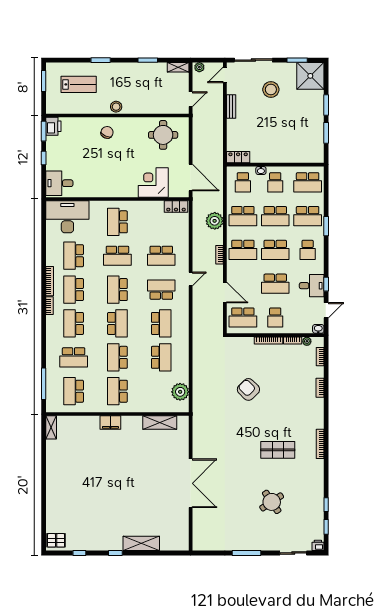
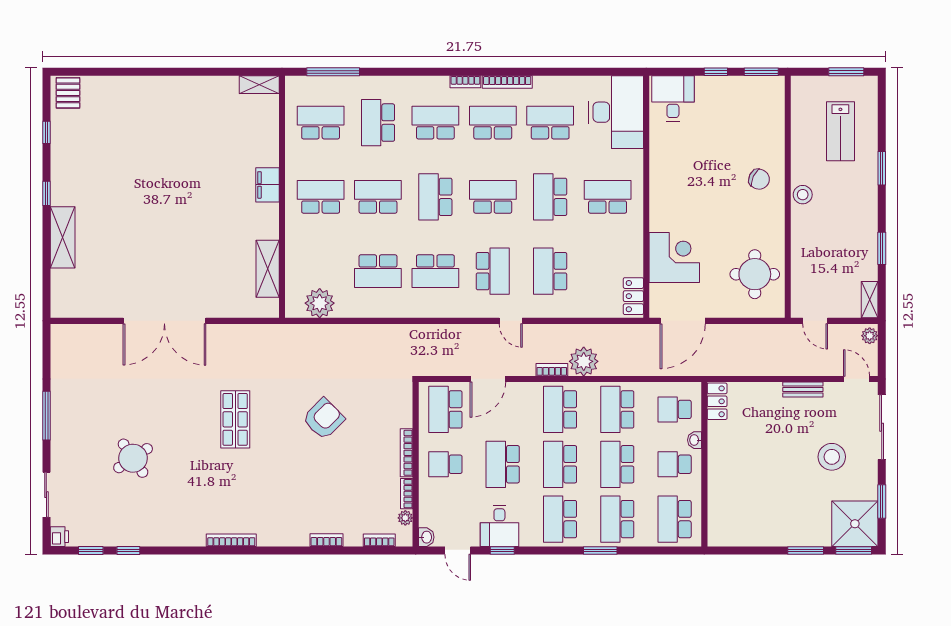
printer: (53, 126) -> (770, 88), removed
window: (326, 133) -> (854, 550), moved
plant: (215, 221) -> (584, 361), moved
school desk: (308, 250) -> (560, 519), width x1.85
school desk: (117, 323) -> (435, 197), turned 90
shop shelf: (278, 450) -> (235, 419), moved

